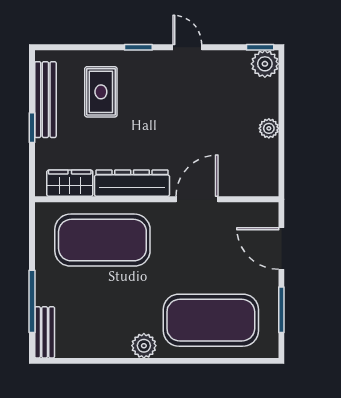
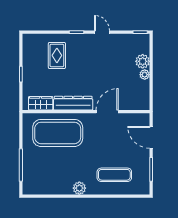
plant: (265, 64) -> (143, 61), moved
bench: (45, 100) -> (28, 60), removed
exercise mat: (211, 320) -> (114, 175), width x0.50, depth x0.69
bench: (45, 332) -> (27, 181), removed

